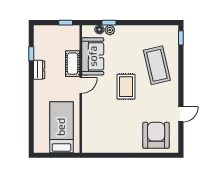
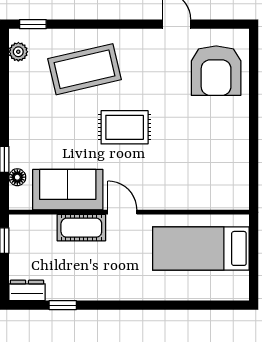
plant: (110, 30) -> (18, 52), moved
dresser: (39, 70) -> (27, 290), moved
armchair: (156, 135) -> (216, 71), turned -90

